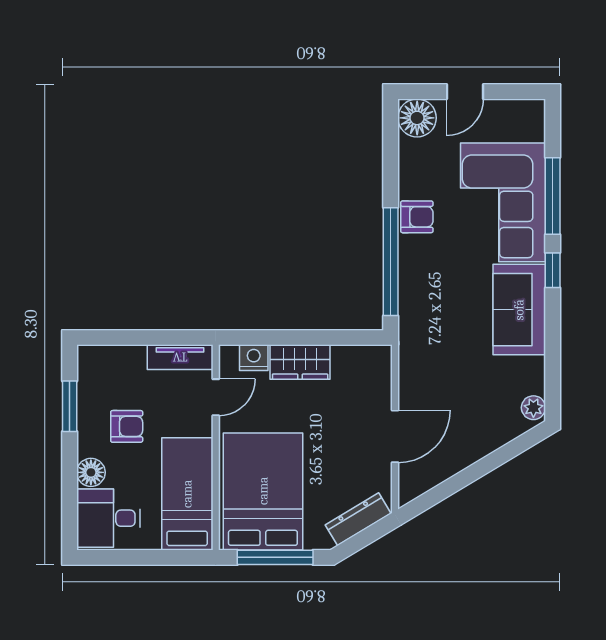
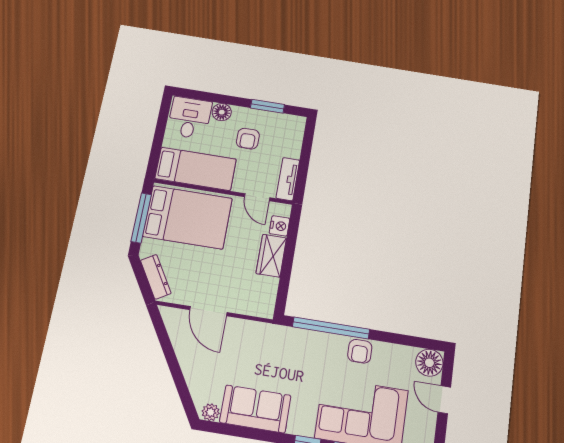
sofa: (519, 310) -> (255, 409), moved

